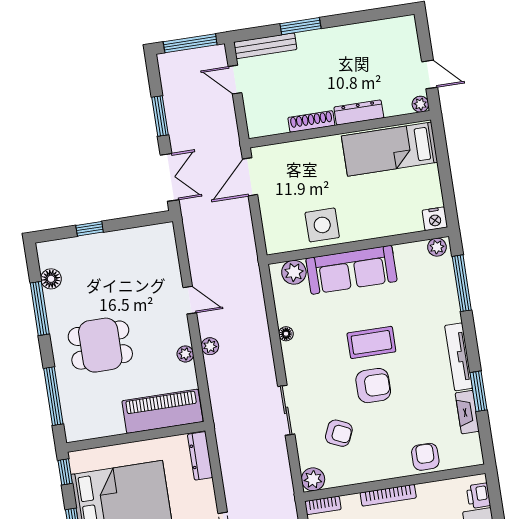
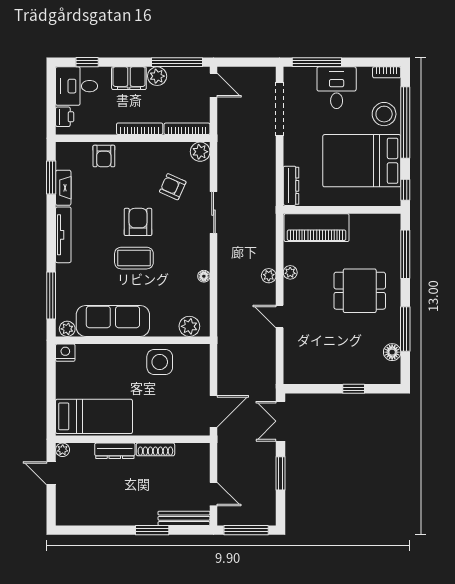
sofa: (351, 270) -> (113, 321), moved
armchair: (373, 386) -> (138, 222), turned 90
window: (479, 391) -> (51, 177), moved
bookcase: (323, 505) -> (187, 129), width x1.56

